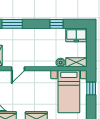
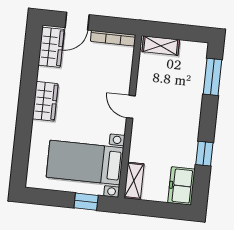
boiler: (61, 63) -> (137, 154), removed
door: (18, 69) -> (131, 107), moved

